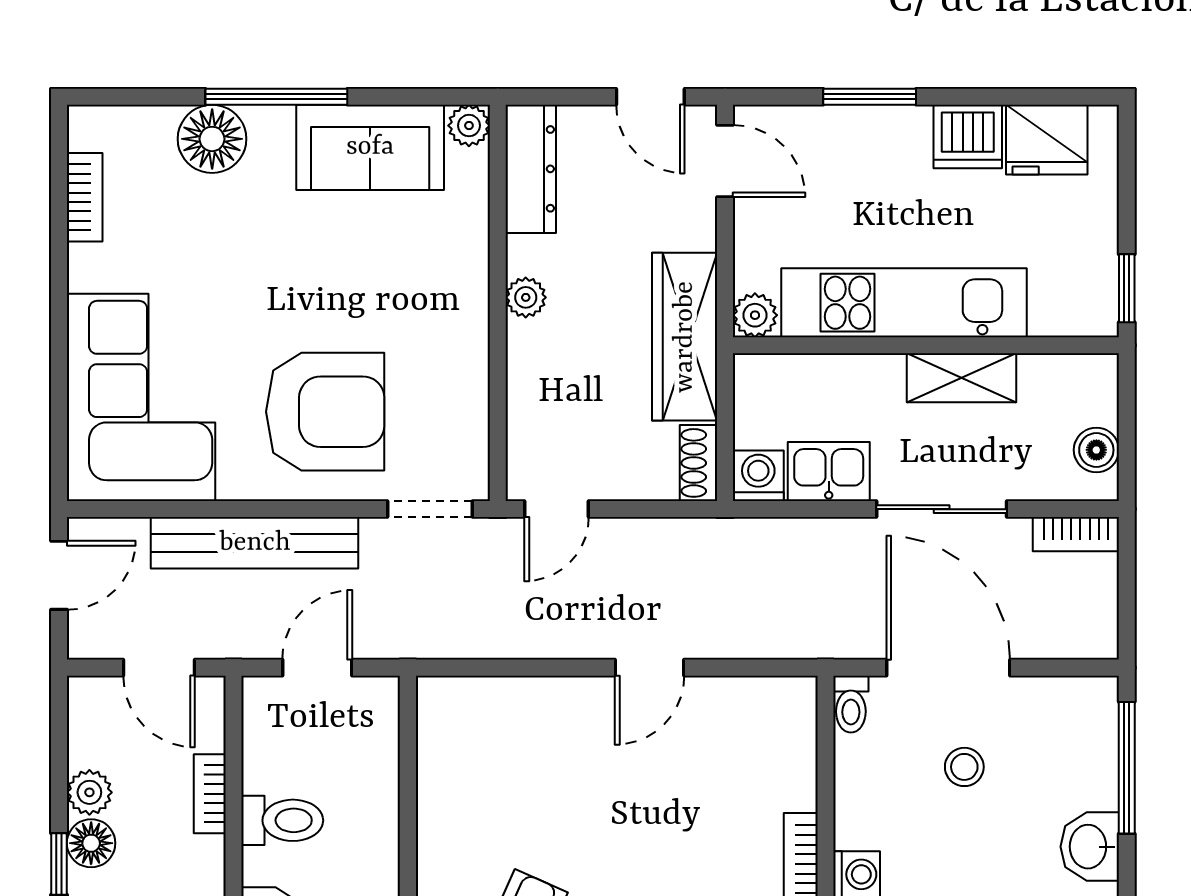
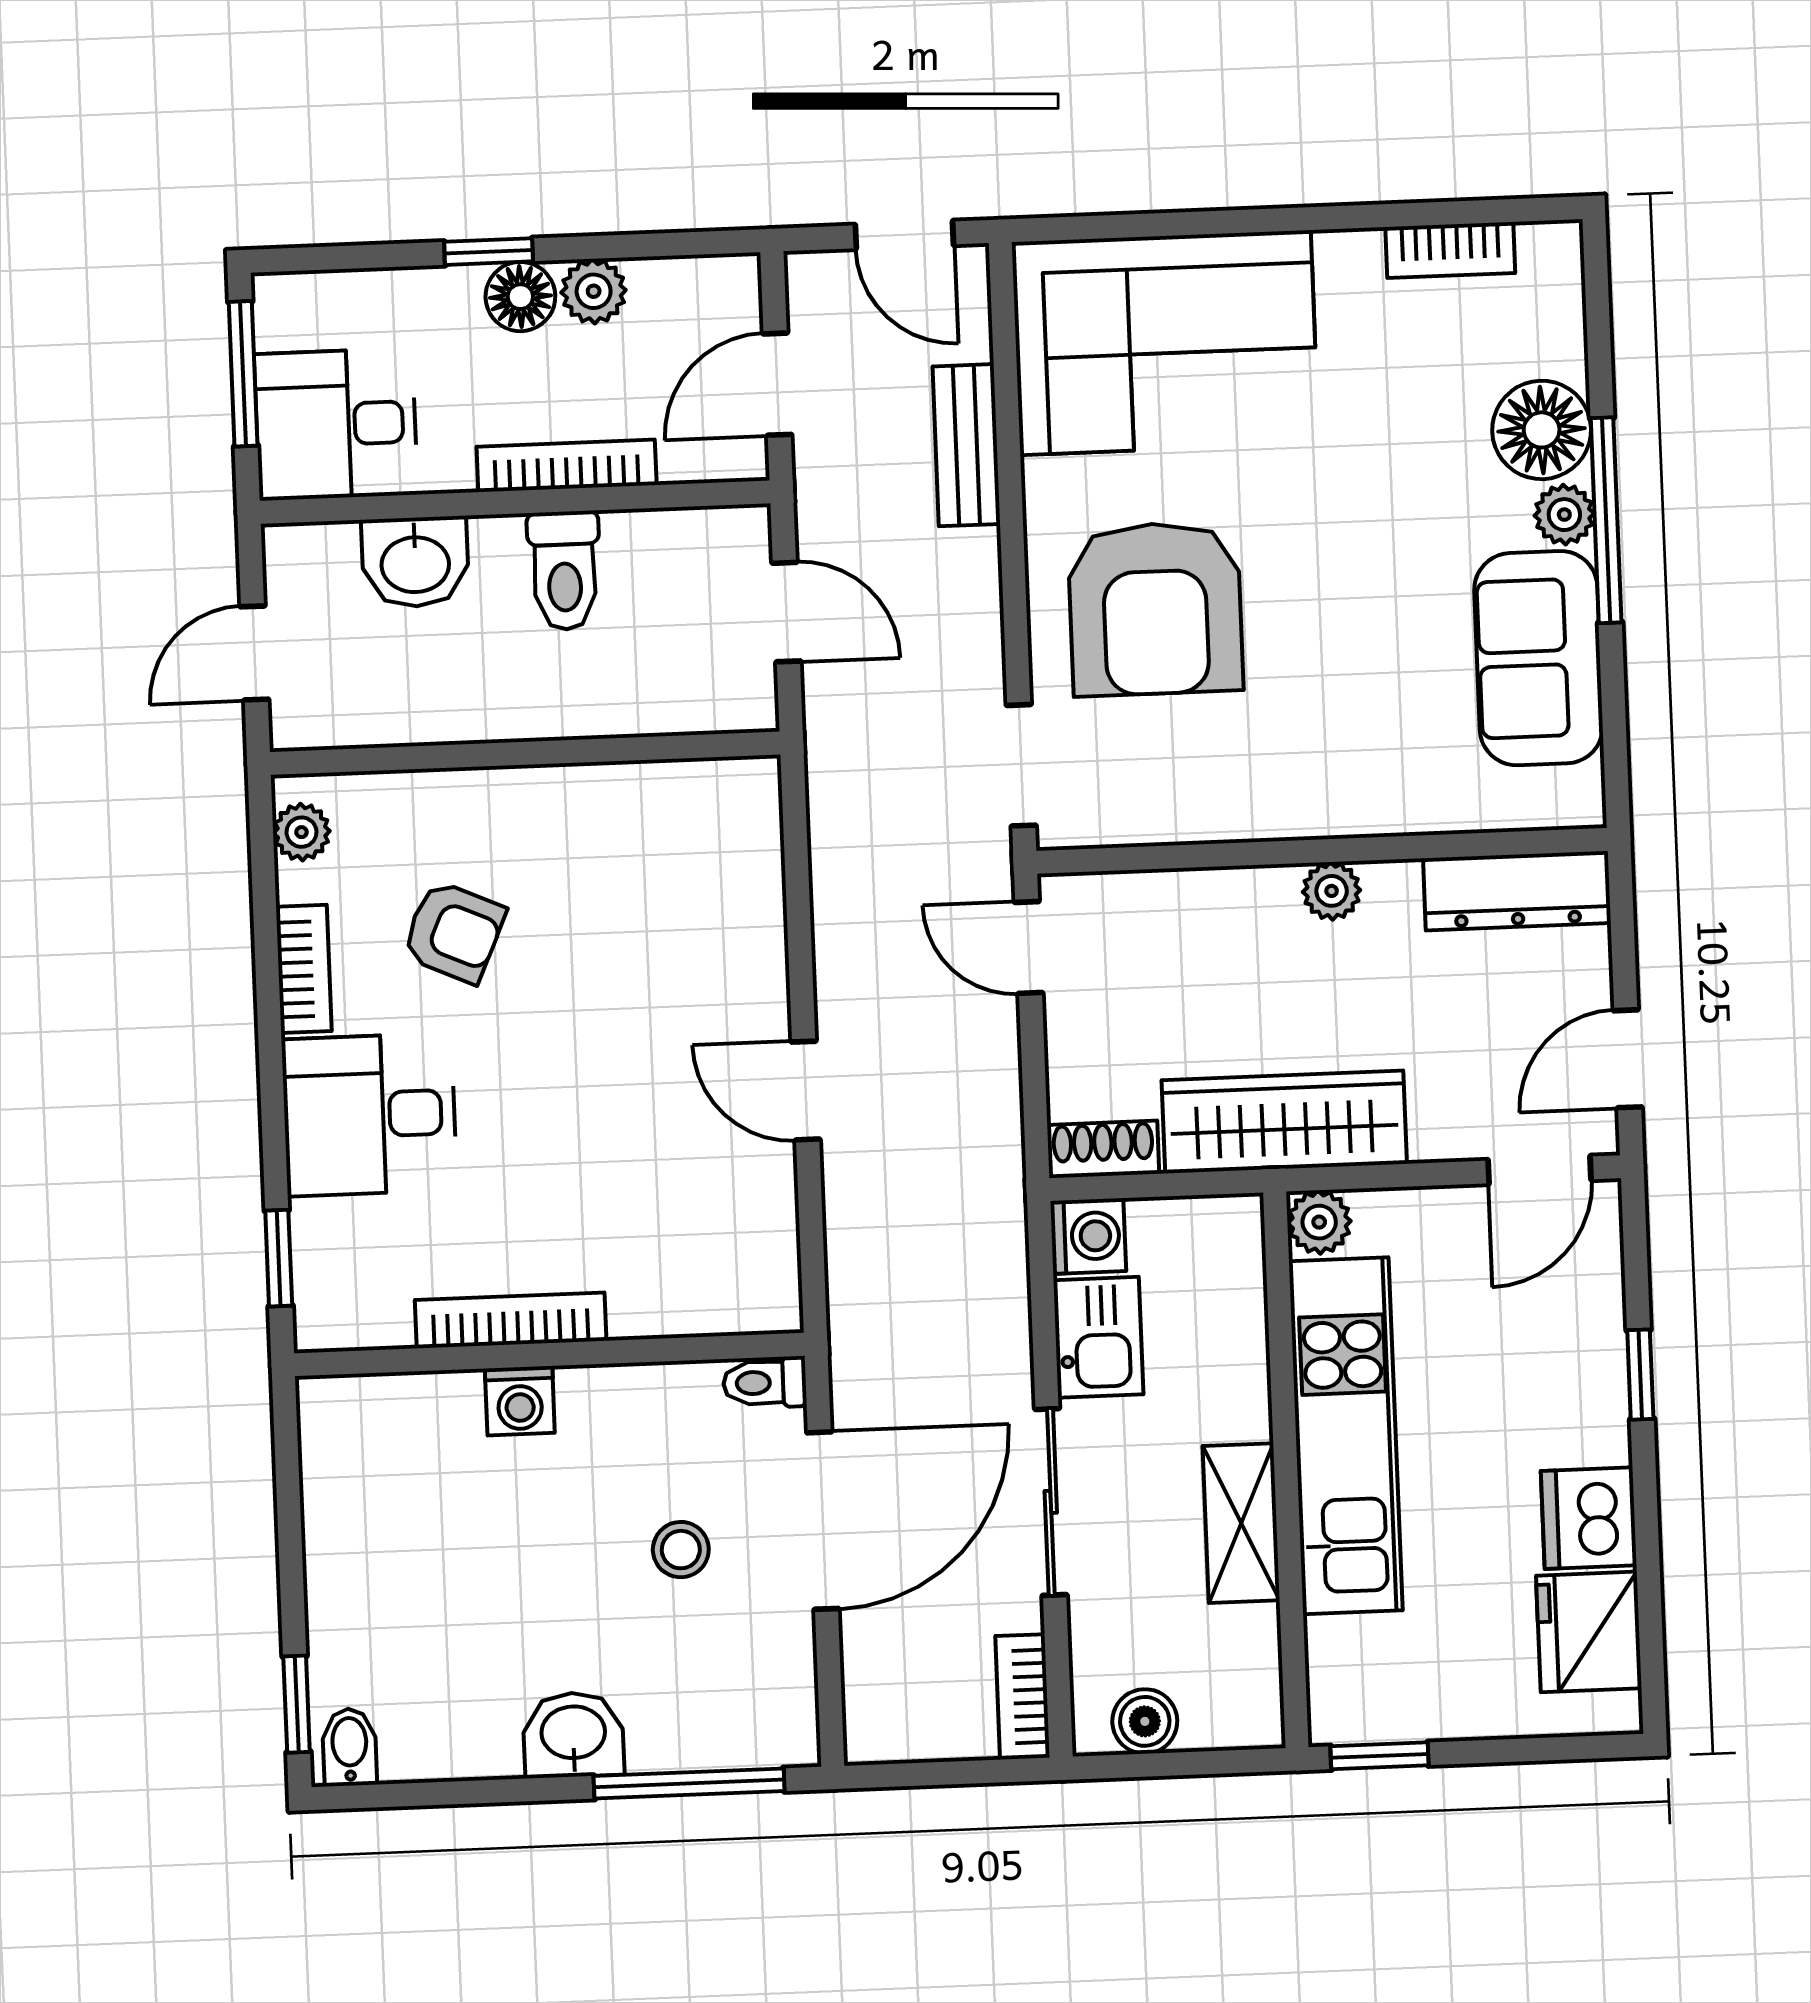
window: (870, 97) -> (1640, 1375), width x0.67
plant: (469, 126) -> (1564, 515), moved
bench: (255, 543) -> (966, 445), width x0.54, depth x0.82
bookcase: (210, 794) -> (567, 466), width x1.56

